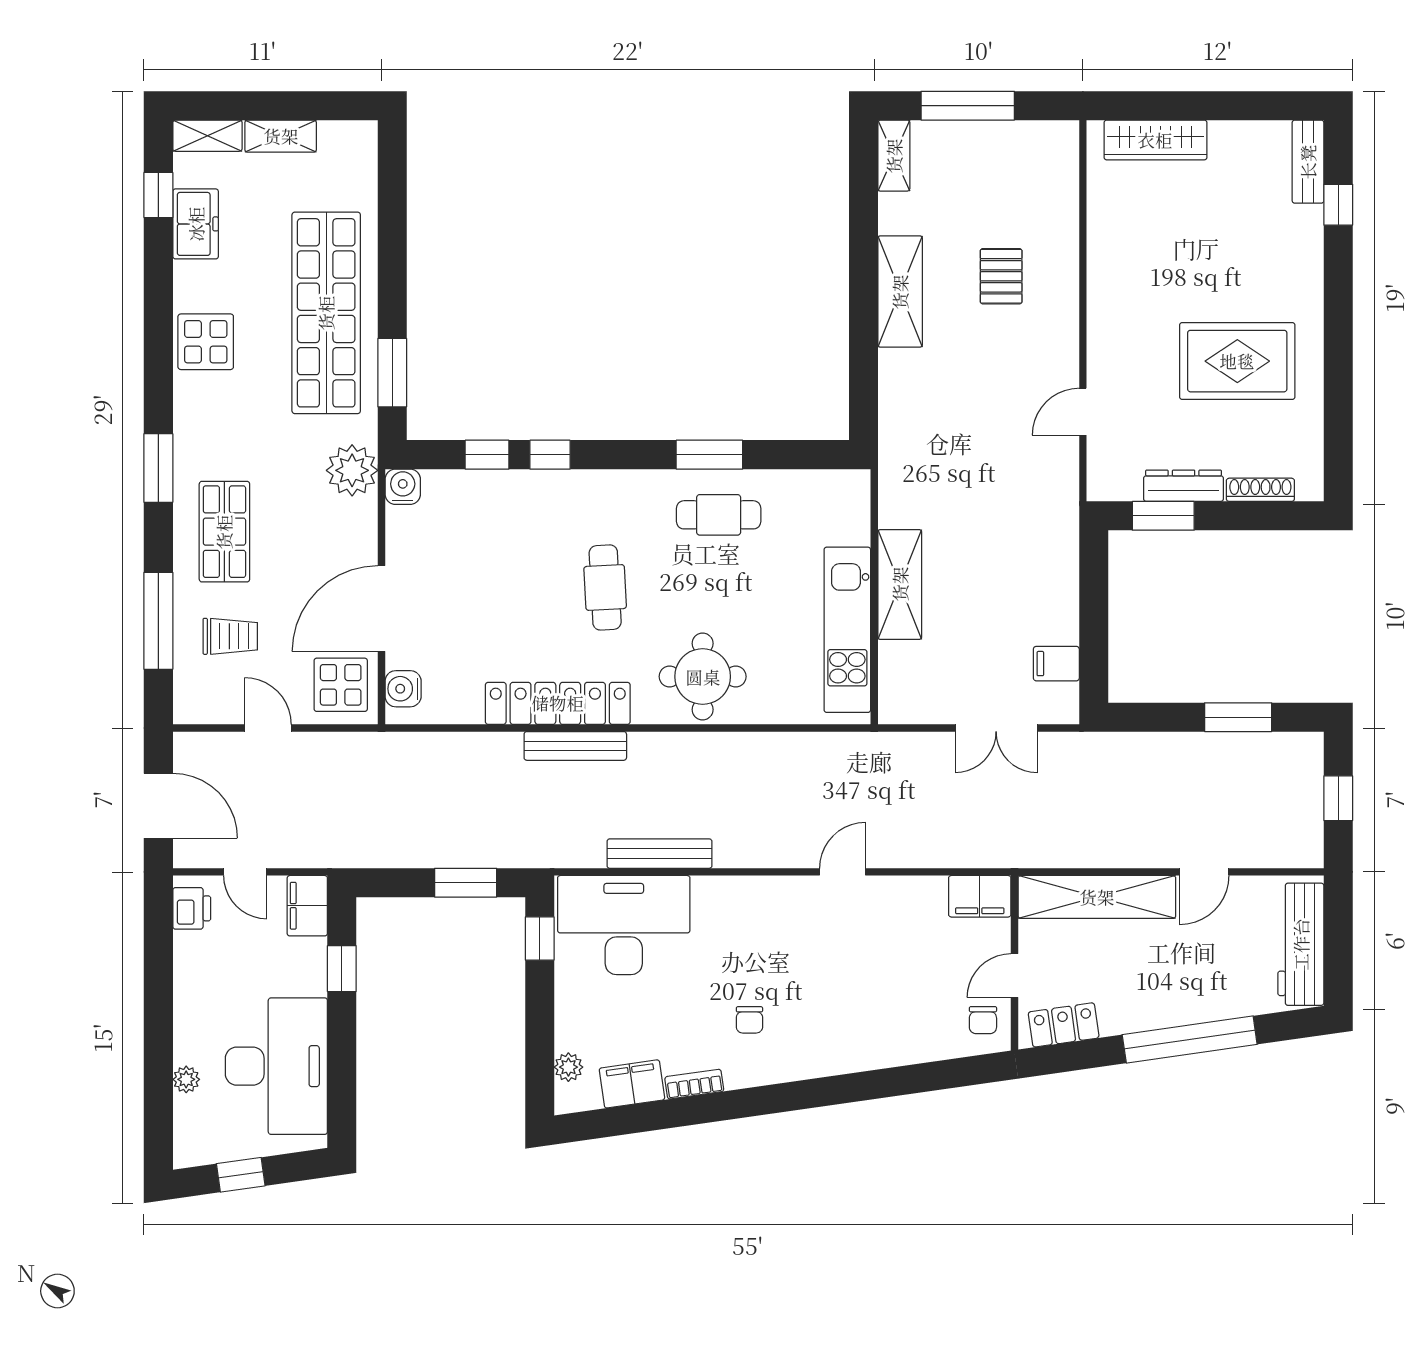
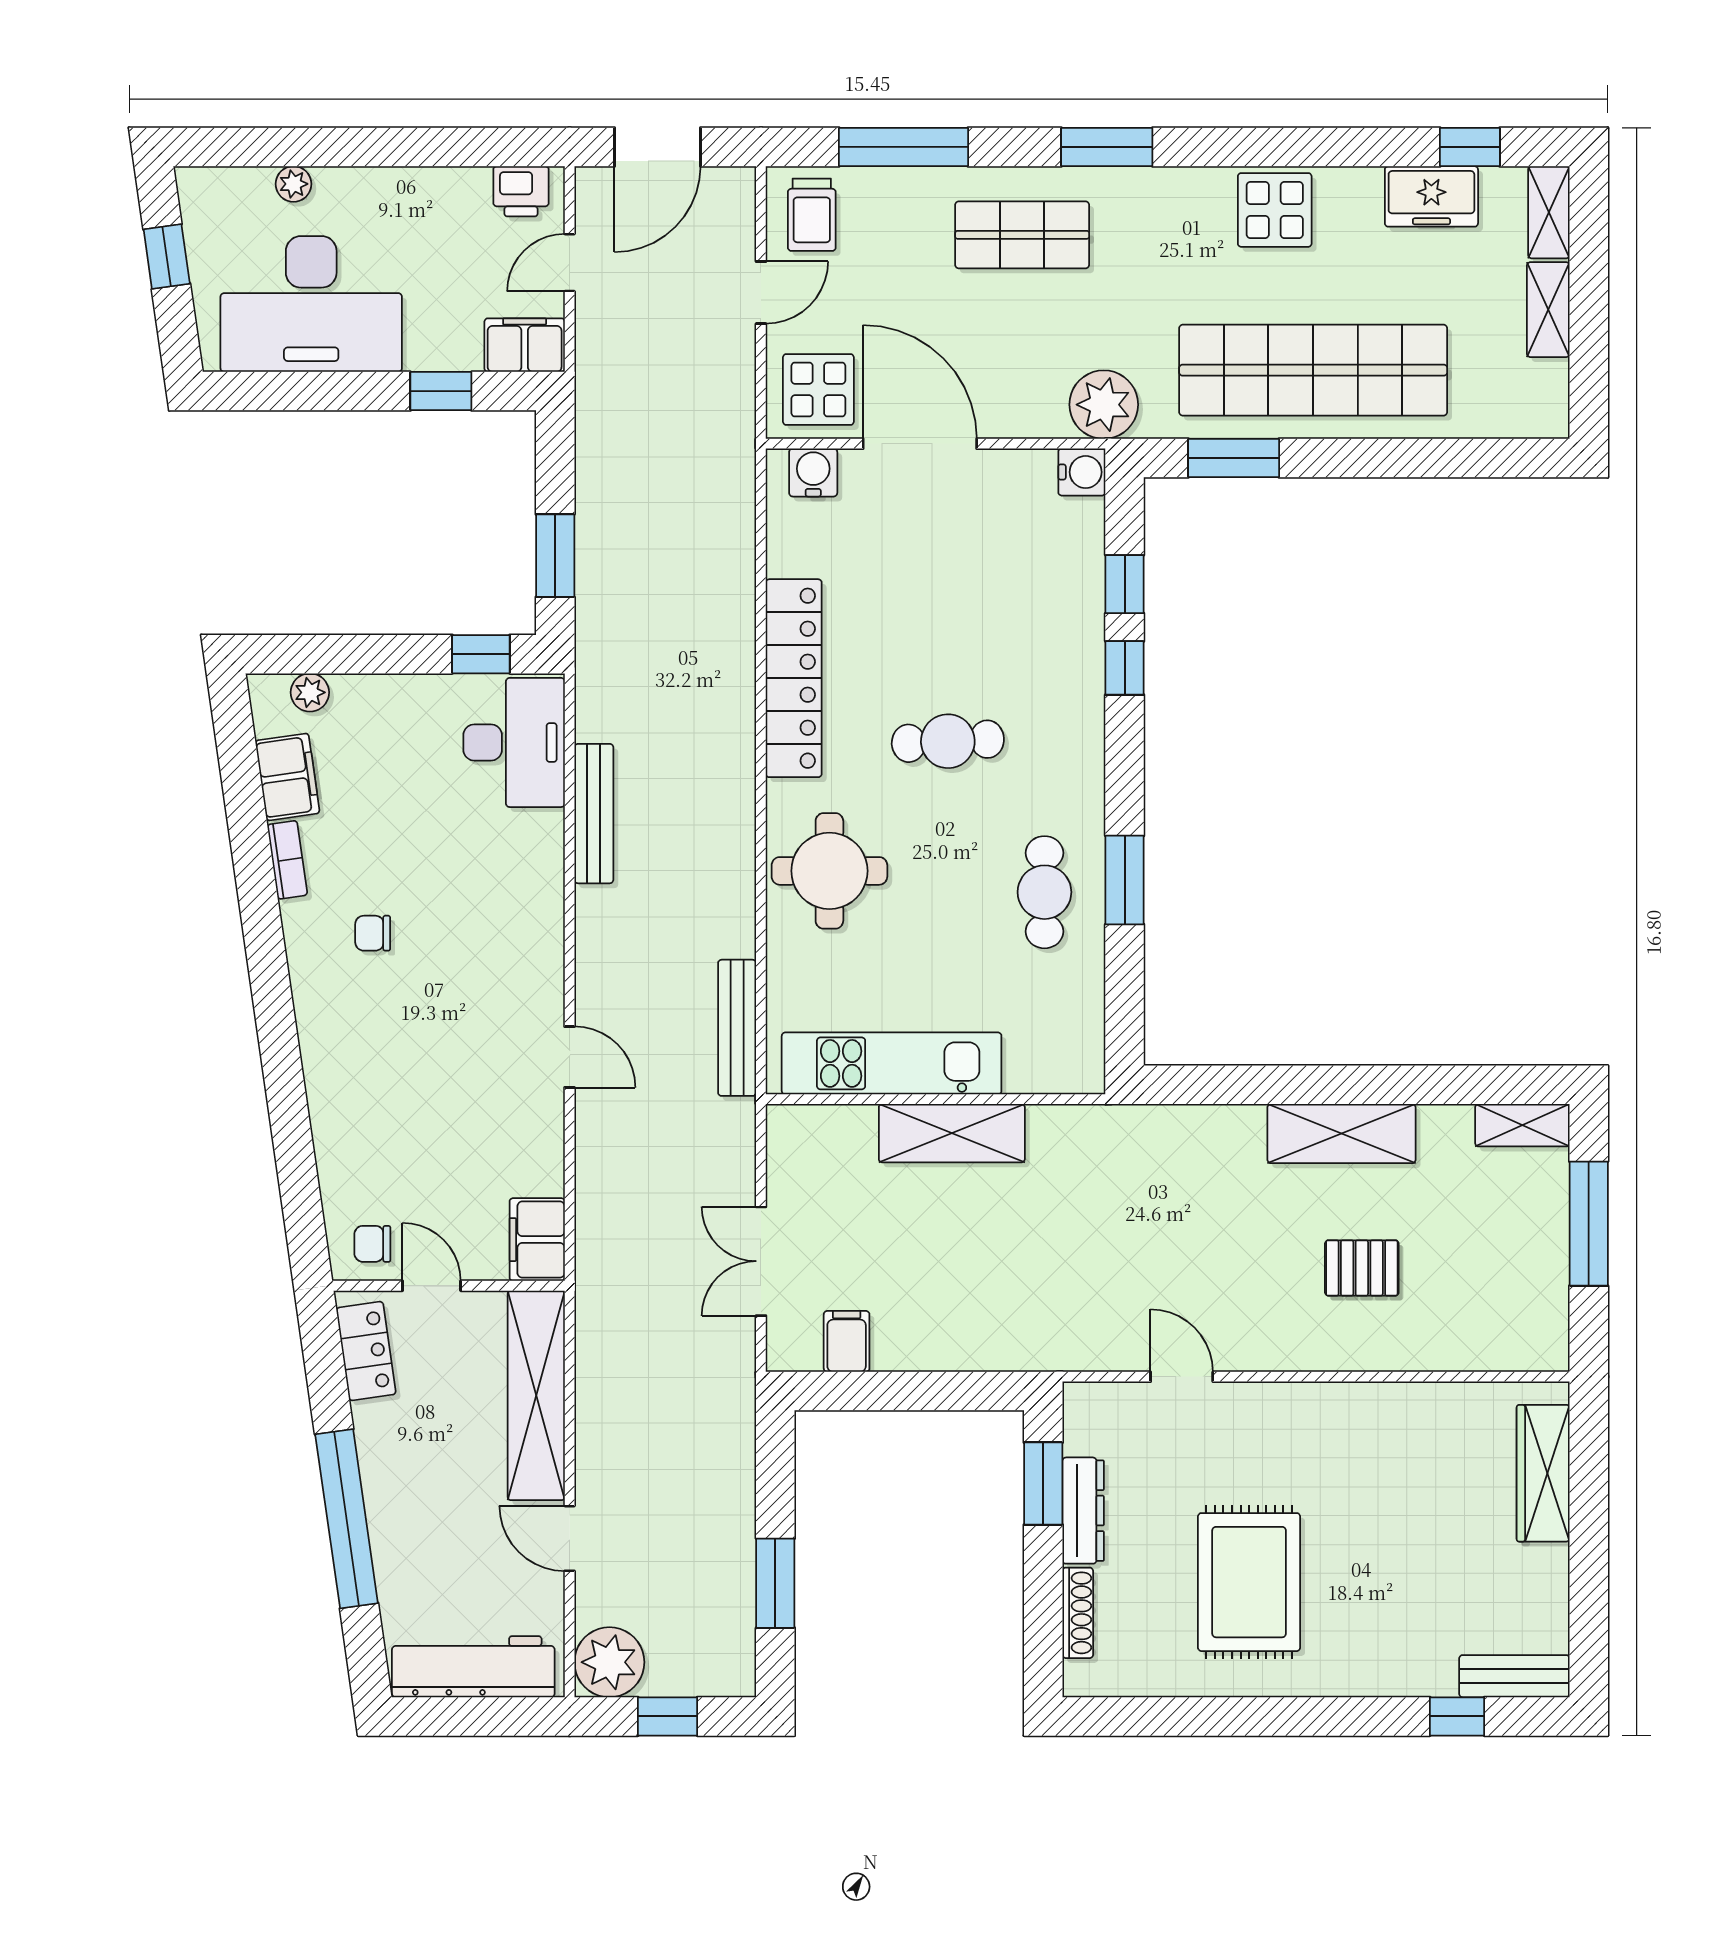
trolley: (230, 636) -> (812, 215), moved
bench: (575, 746) -> (737, 1028), moved
plant: (1298, 842) -> (609, 1662), added
desk: (624, 925) -> (514, 742), width x0.73, depth x0.77

